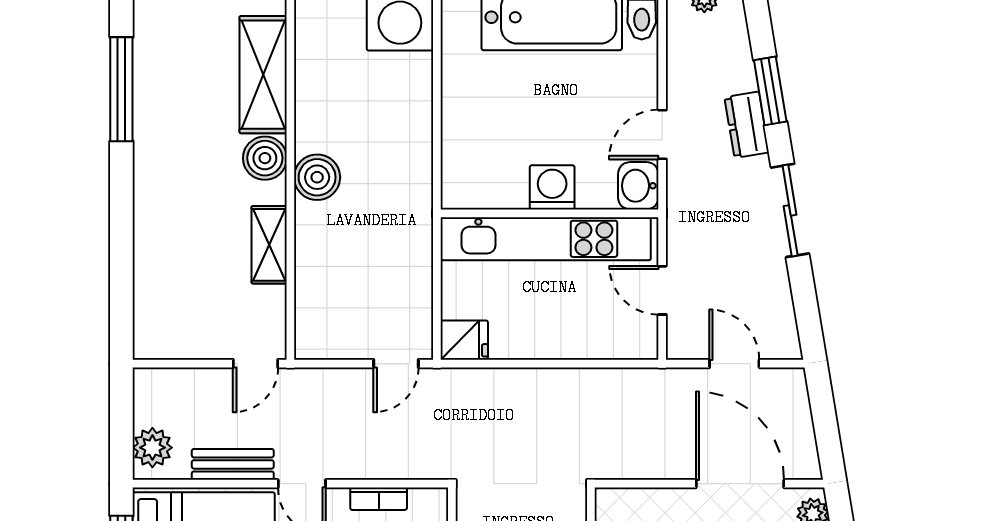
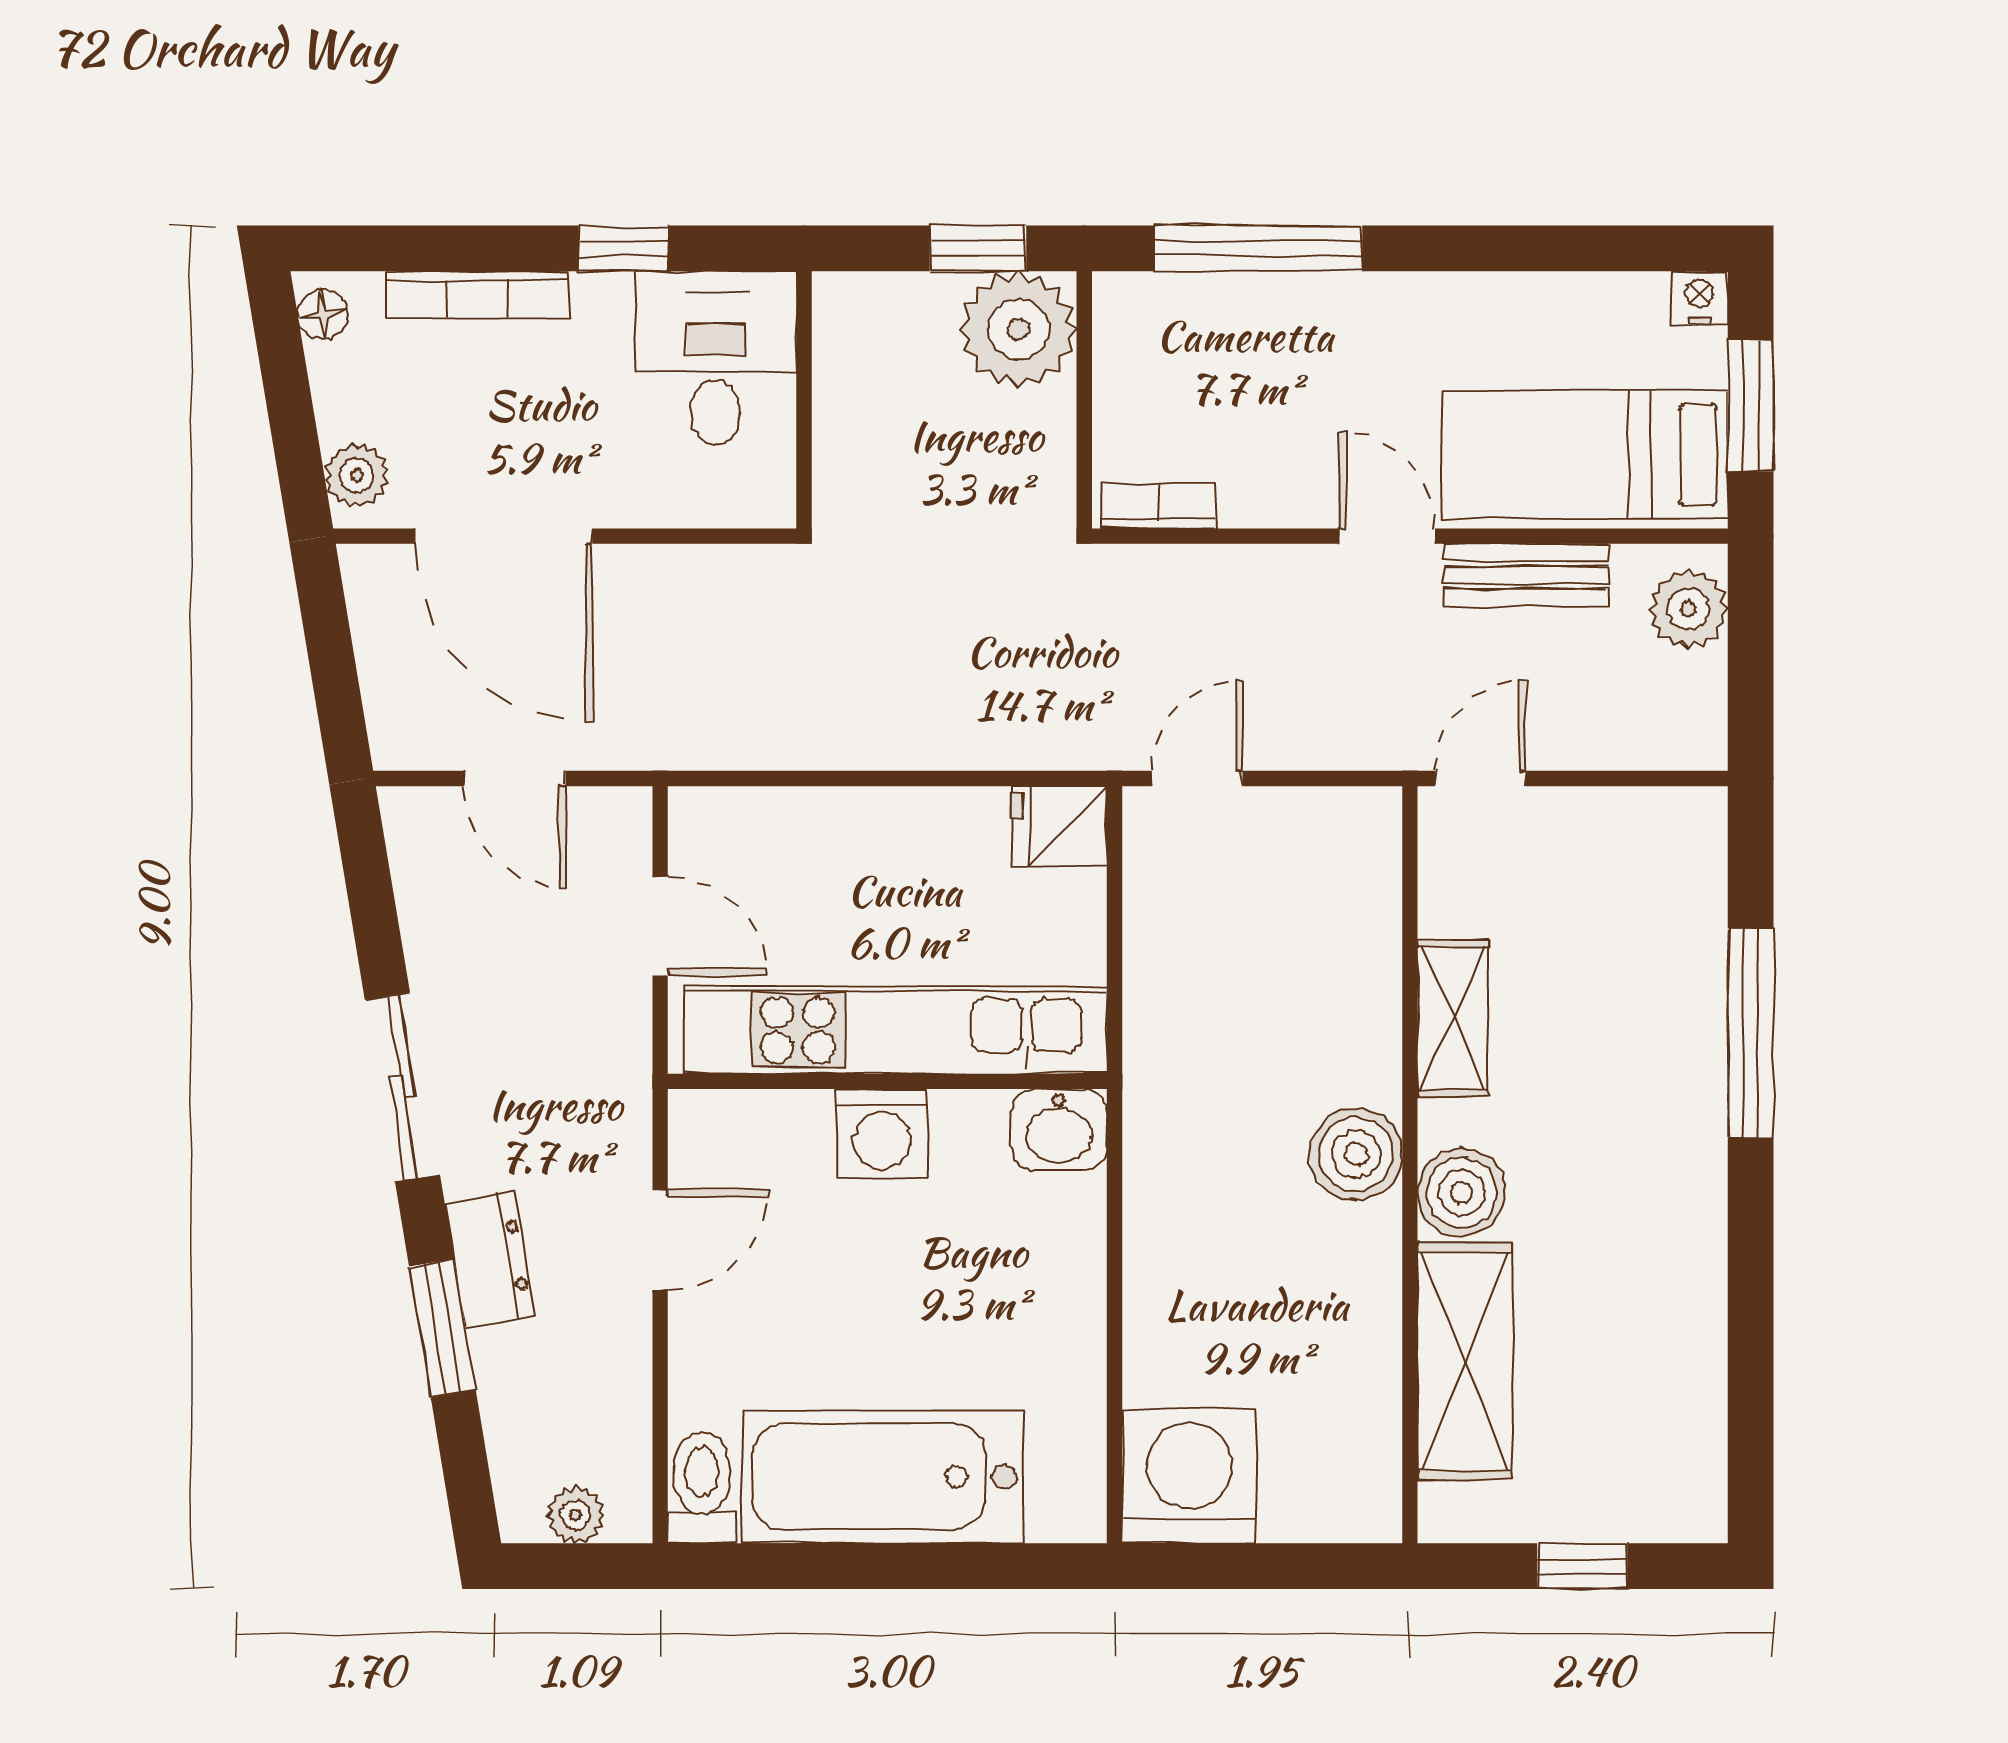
window: (121, 89) -> (1751, 1033), moved
washbasin: (638, 186) -> (1059, 1130), moved, turned 90
bookcase: (379, 499) -> (1158, 506), moved

